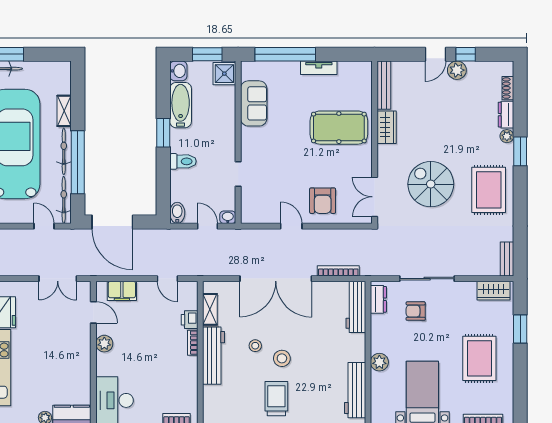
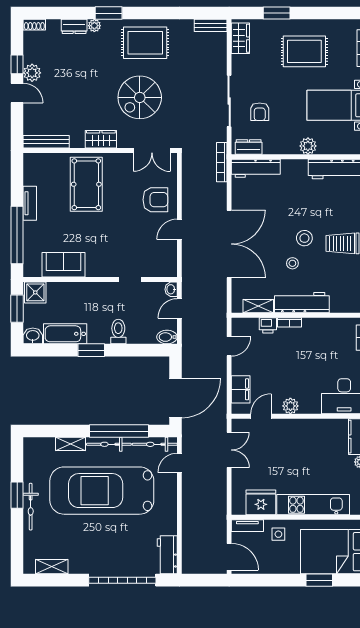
shoe rack: (508, 88) -> (34, 25), moved
wardrobe: (387, 127) -> (101, 139), moved
bookcase: (338, 271) -> (222, 162), moved

